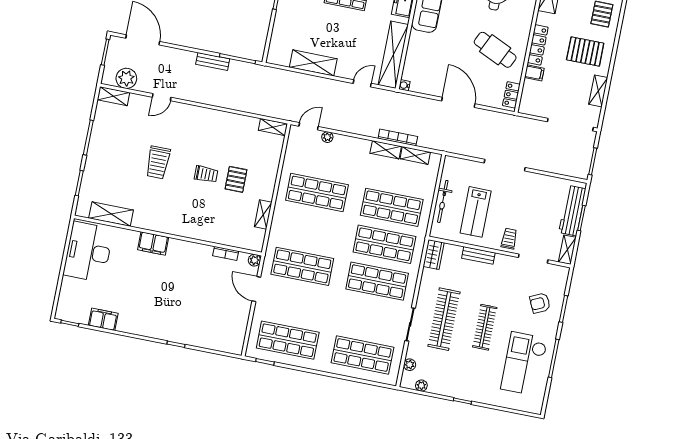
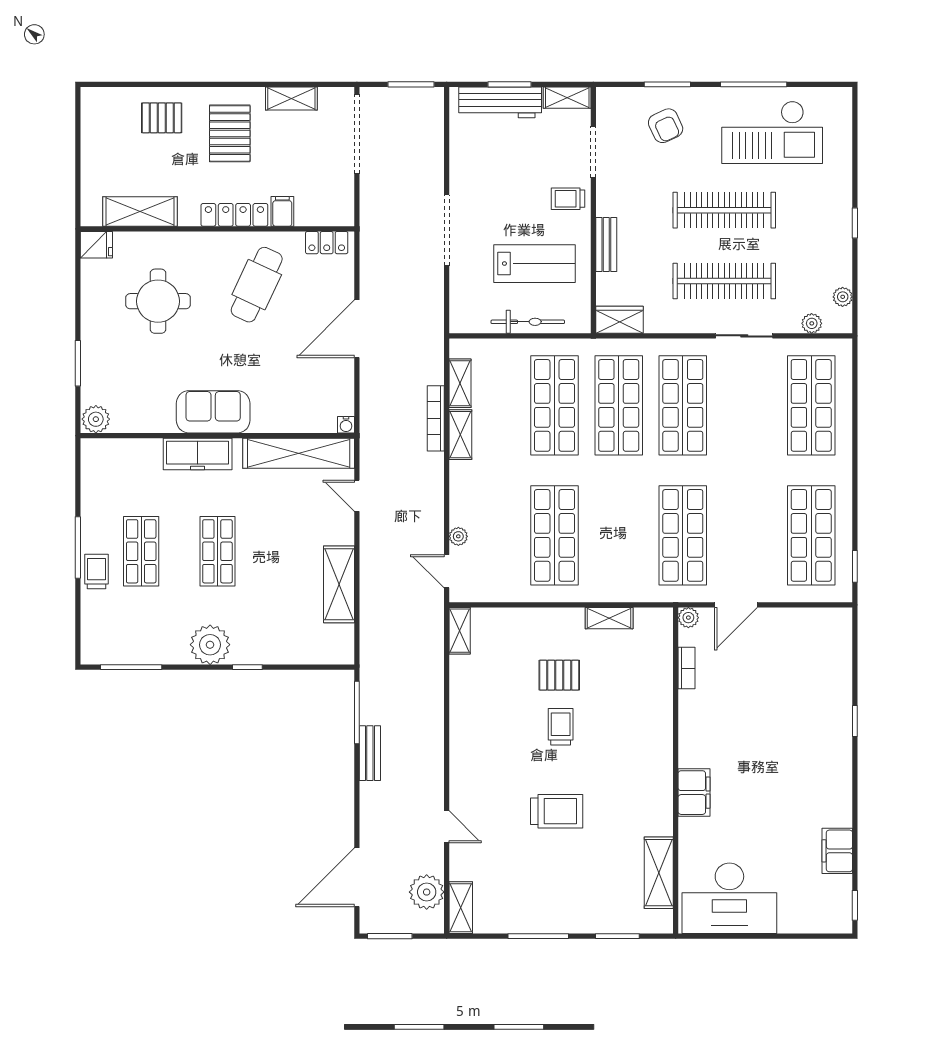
clothes rail: (485, 327) -> (724, 210), width x1.37, depth x1.31

